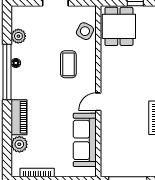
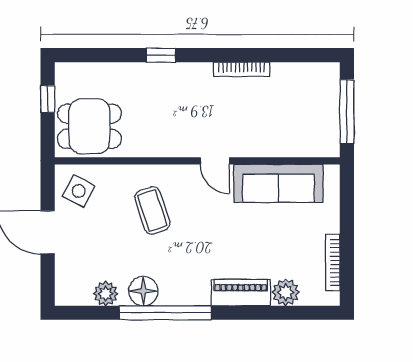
side table: (85, 31) -> (79, 191), moved
floor lamp: (16, 63) -> (143, 291), width x1.89, depth x1.89
coffee table: (68, 64) -> (152, 210), turned 72

